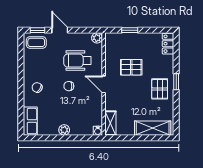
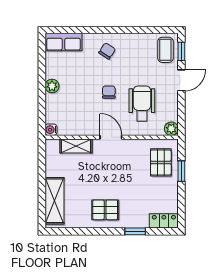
pallet: (131, 67) -> (161, 162), moved
window: (176, 82) -> (135, 231), moved
door: (104, 84) -> (111, 137), hinge flipped
shelving: (110, 123) -> (76, 146), moved

